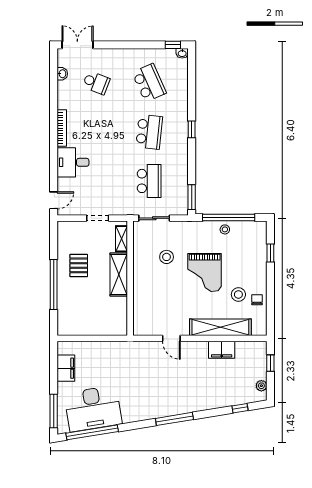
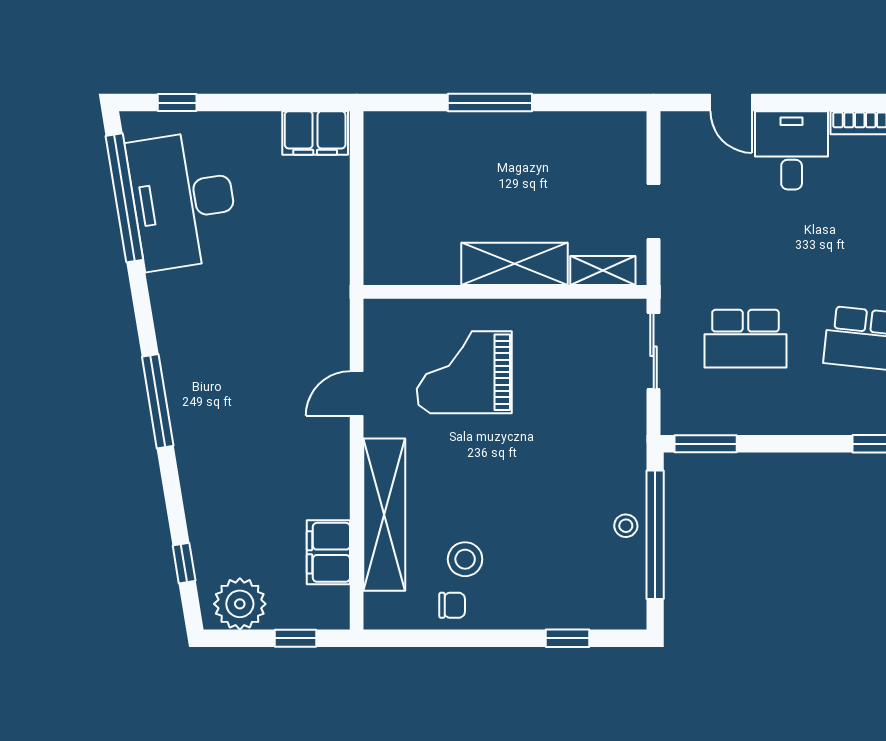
door: (54, 200) -> (731, 103), moved
stool: (167, 257) -> (558, 382), removed
pallet: (79, 265) -> (537, 165), removed
grand piano: (205, 273) -> (464, 372), moved
window: (54, 284) -> (490, 103), width x0.68
filing cabinet: (222, 350) -> (328, 552), moved
filing cabinet: (66, 368) -> (315, 133), moved
plant: (261, 386) -> (240, 604), width x1.87, depth x1.87
window: (54, 411) -> (177, 103), width x0.46

